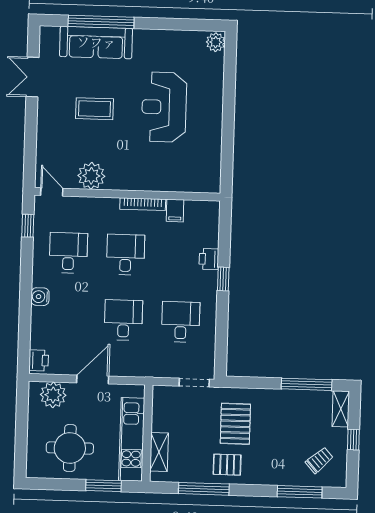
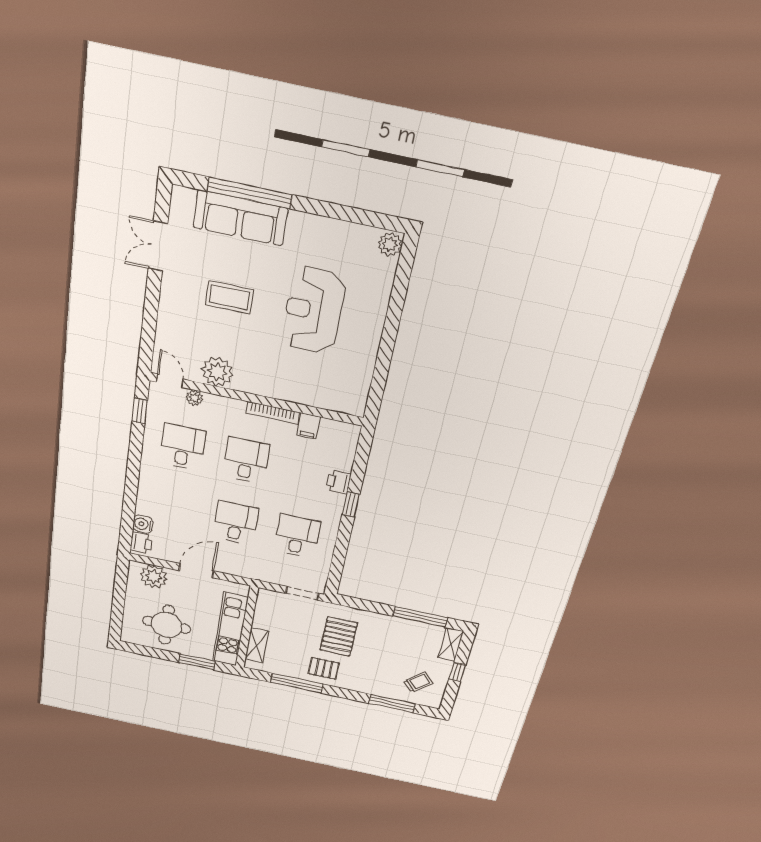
plant: (74, 204) -> (195, 398), added
water cooler: (40, 297) -> (143, 524), moved

